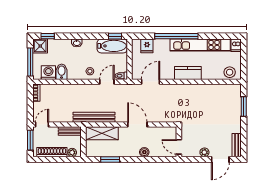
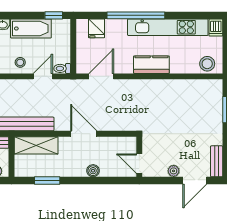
bathtub: (112, 46) -> (31, 28), moved

